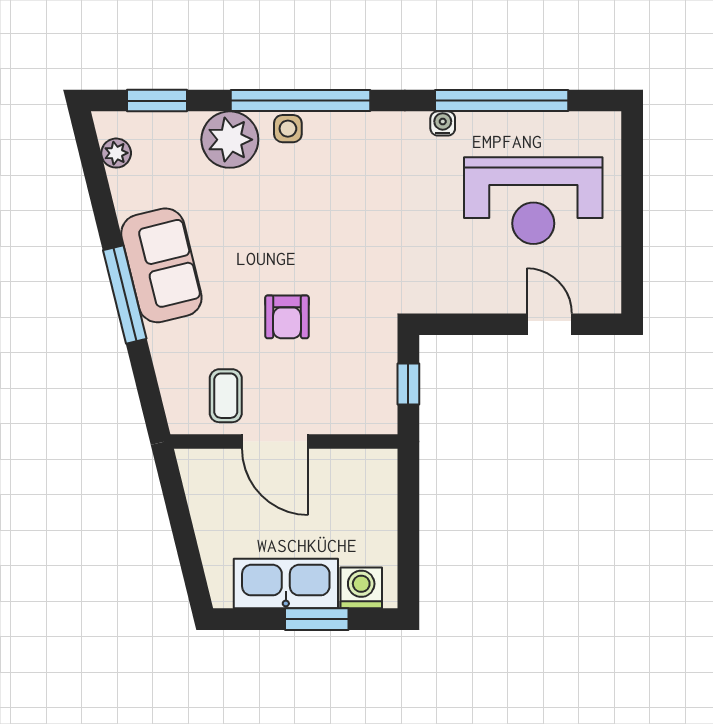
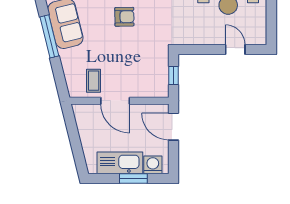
armchair: (287, 317) -> (124, 17), moved, turned -91
door: (408, 501) -> (173, 127), added

